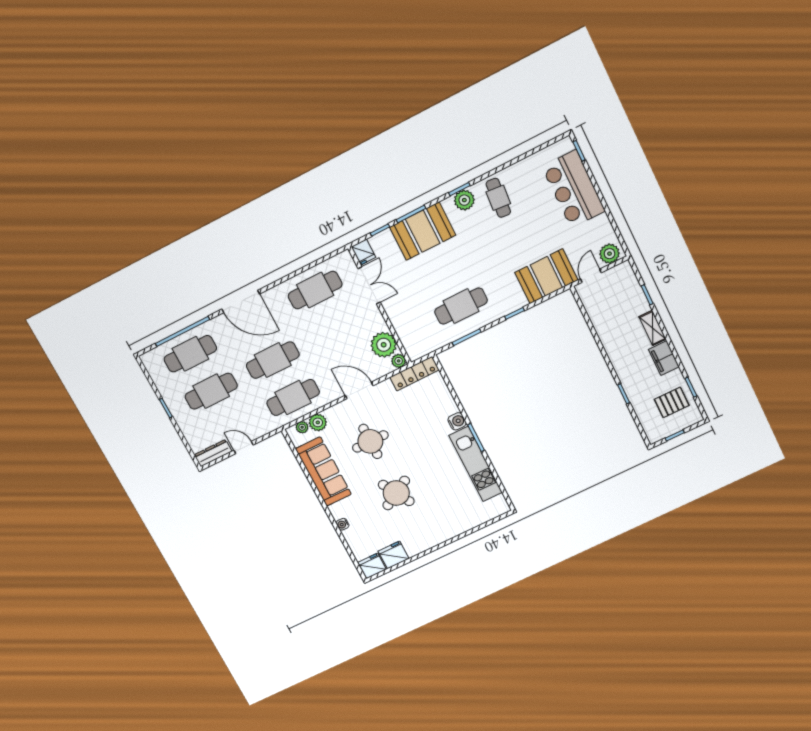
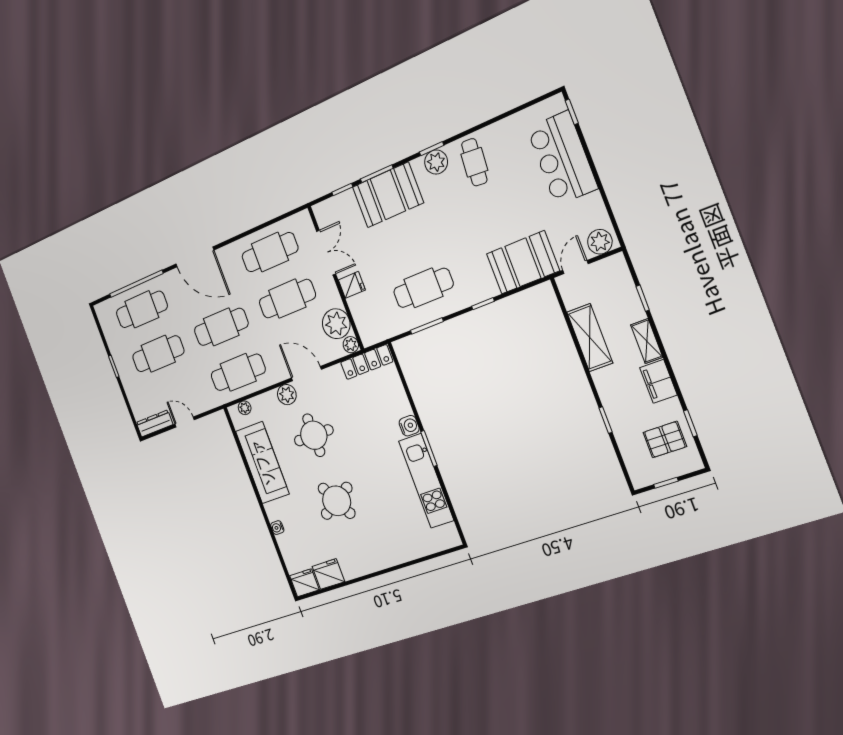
fridge: (363, 252) -> (352, 285), moved, turned -90
cafe table: (335, 329) -> (287, 299), added
shelving: (606, 331) -> (590, 338), added
plant: (318, 422) -> (287, 395), moved

